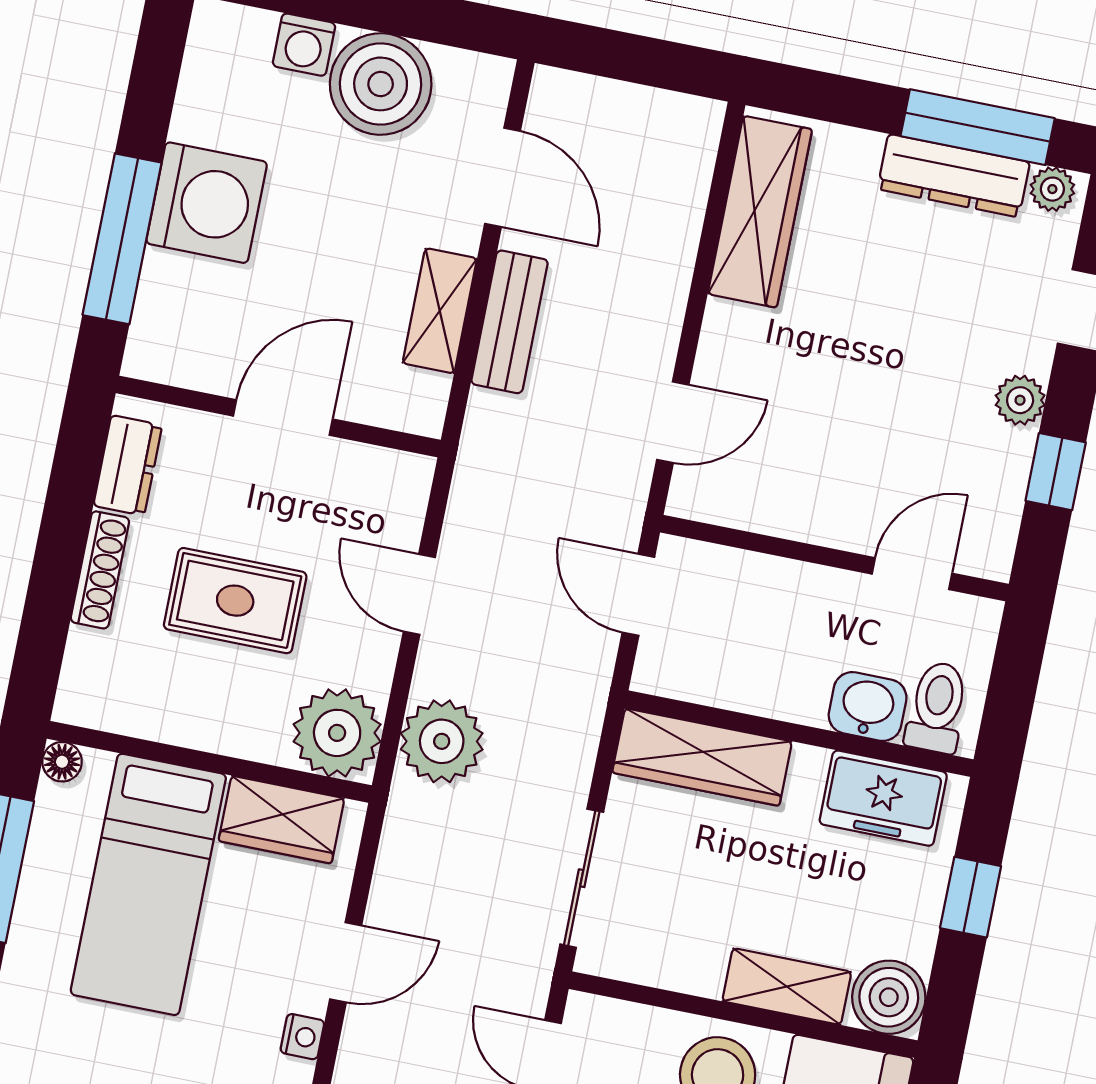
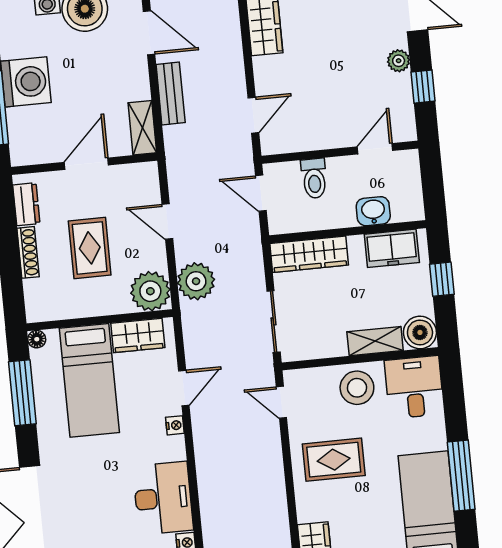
shelving: (440, 311) -> (142, 128), moved
rug: (235, 601) -> (90, 248), turned 90
toilet: (937, 707) -> (314, 178), moved, turned 180

